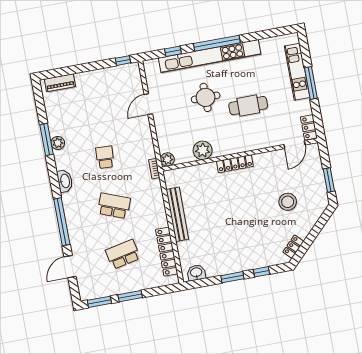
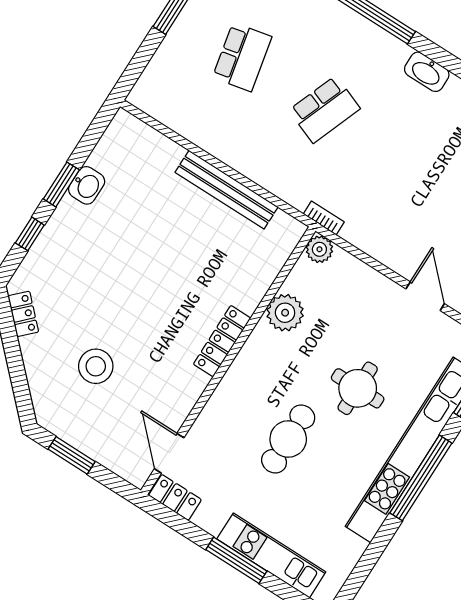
school desk: (105, 157) -> (407, 162), removed
locker: (167, 252) -> (187, 124), removed
washbasin: (196, 273) -> (87, 185), moved

